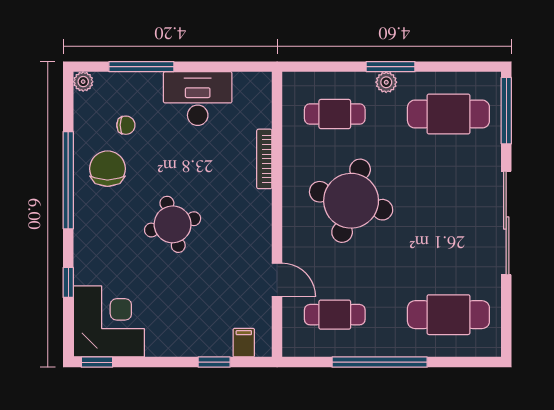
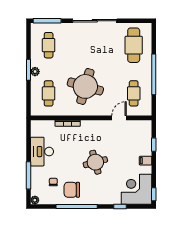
cafe table: (448, 114) -> (49, 45), width x0.73, depth x0.74
filing cabinet: (244, 343) -> (146, 161), moved

